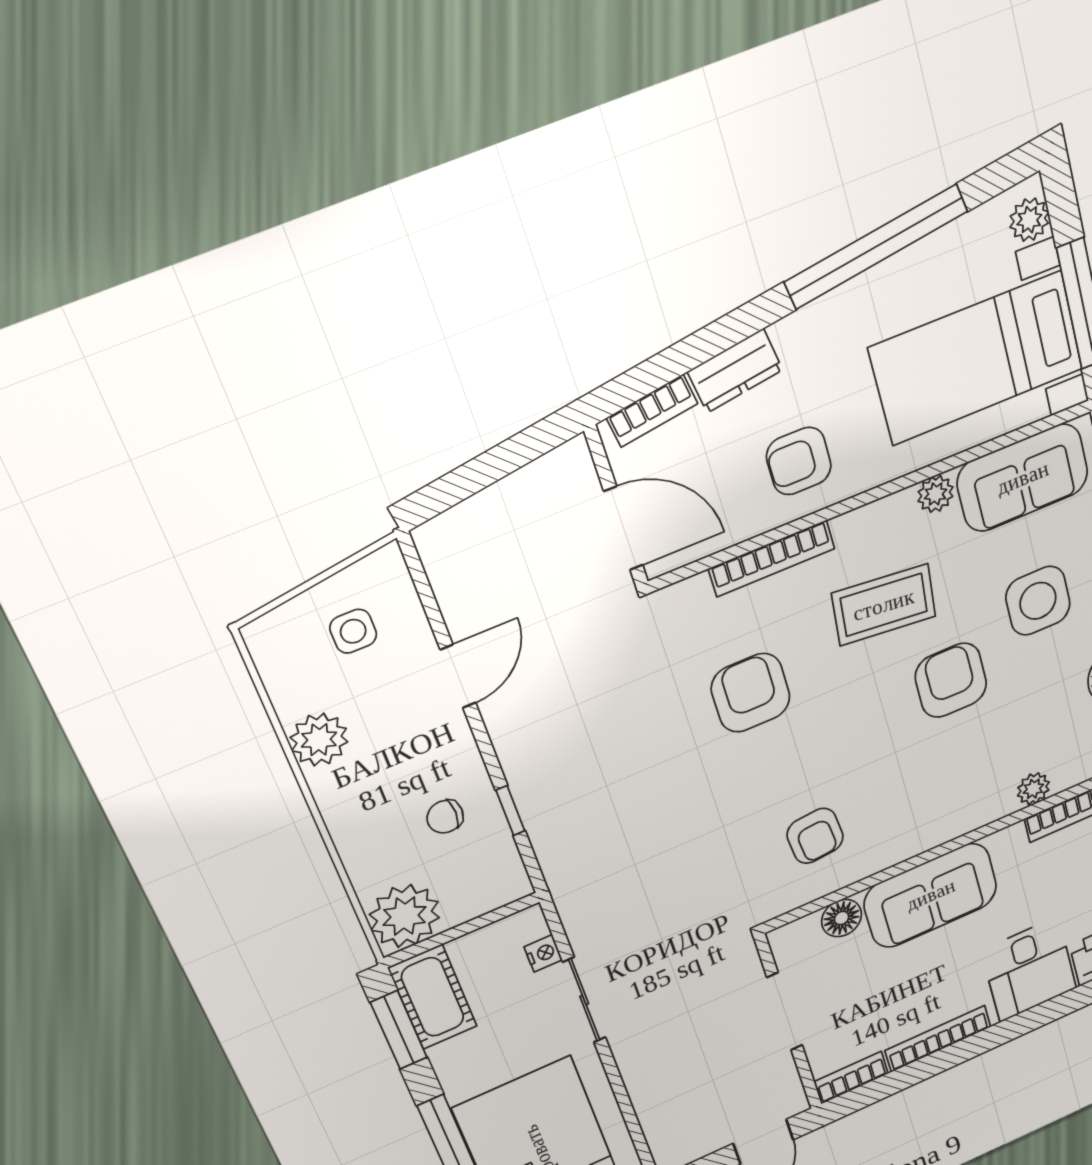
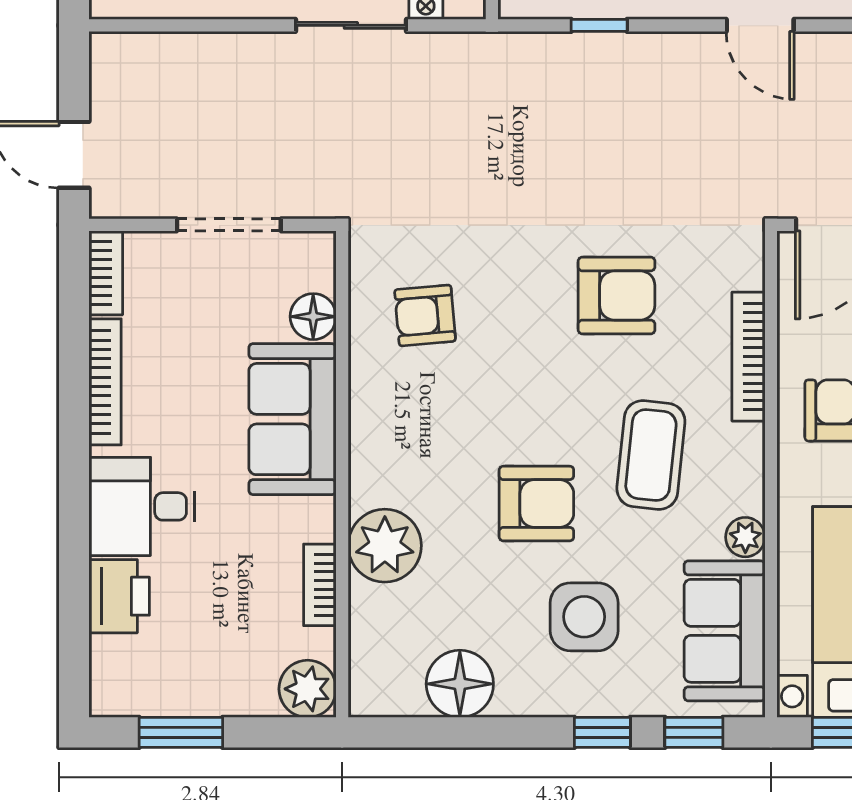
plant: (1033, 789) -> (385, 546), width x1.87, depth x1.87

